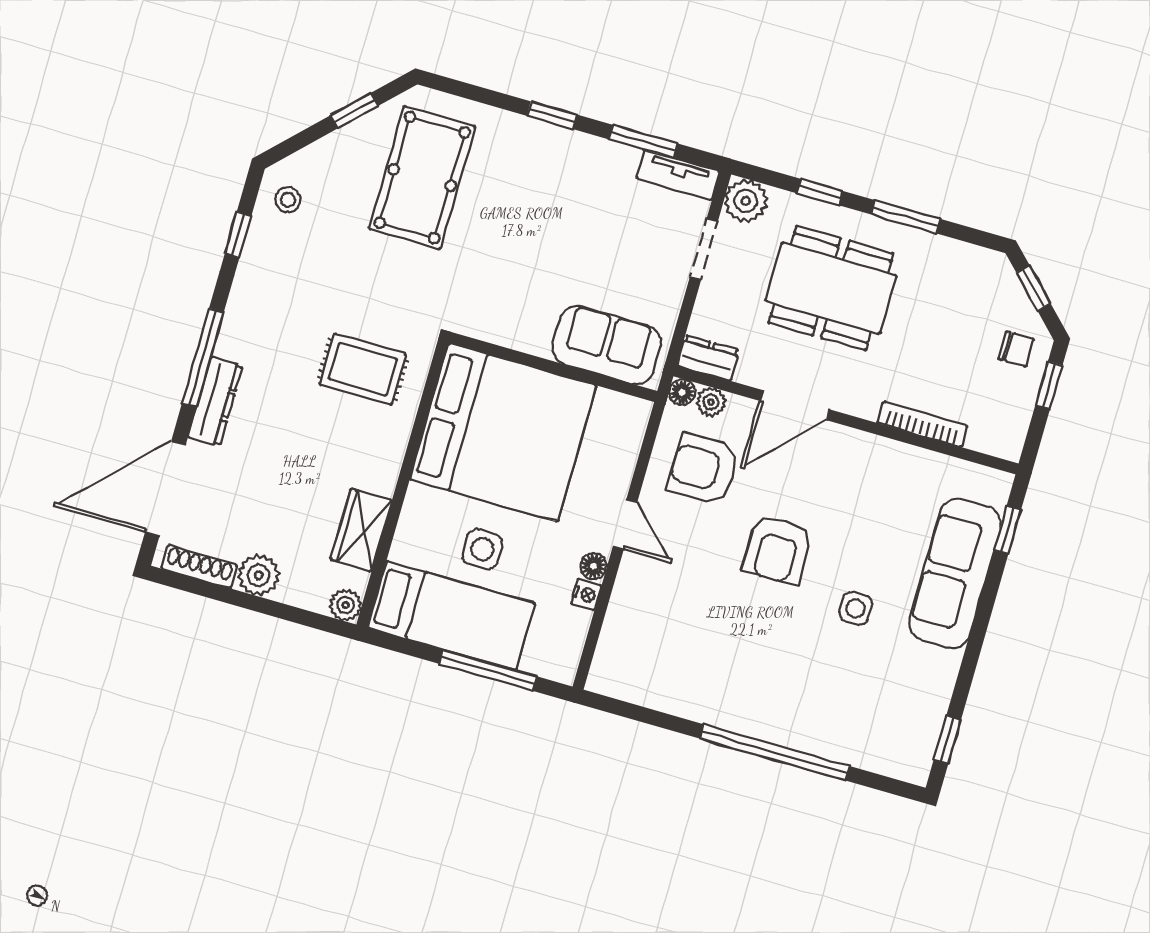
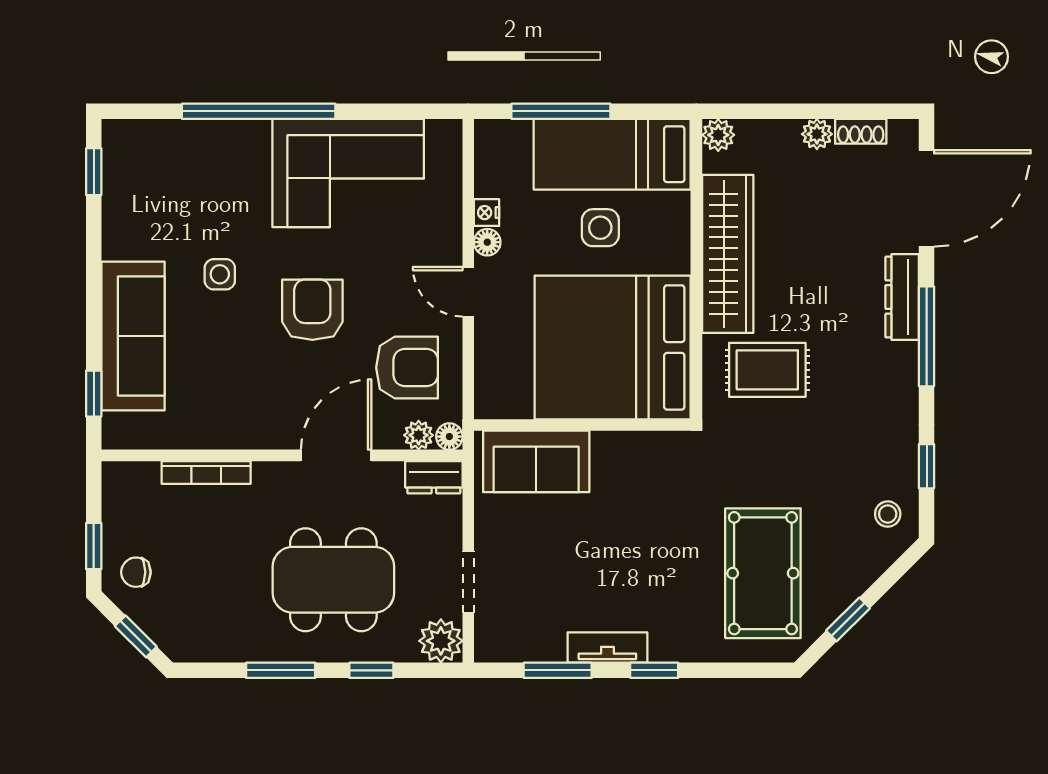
tv unit: (678, 175) -> (607, 647), moved
wardrobe: (361, 530) -> (728, 254), width x2.10, depth x1.17
shoe rack: (199, 567) -> (861, 131), width x0.70
plant: (259, 575) -> (817, 134), width x0.73, depth x0.73
corner sofa: (707, 670) -> (348, 173), added

